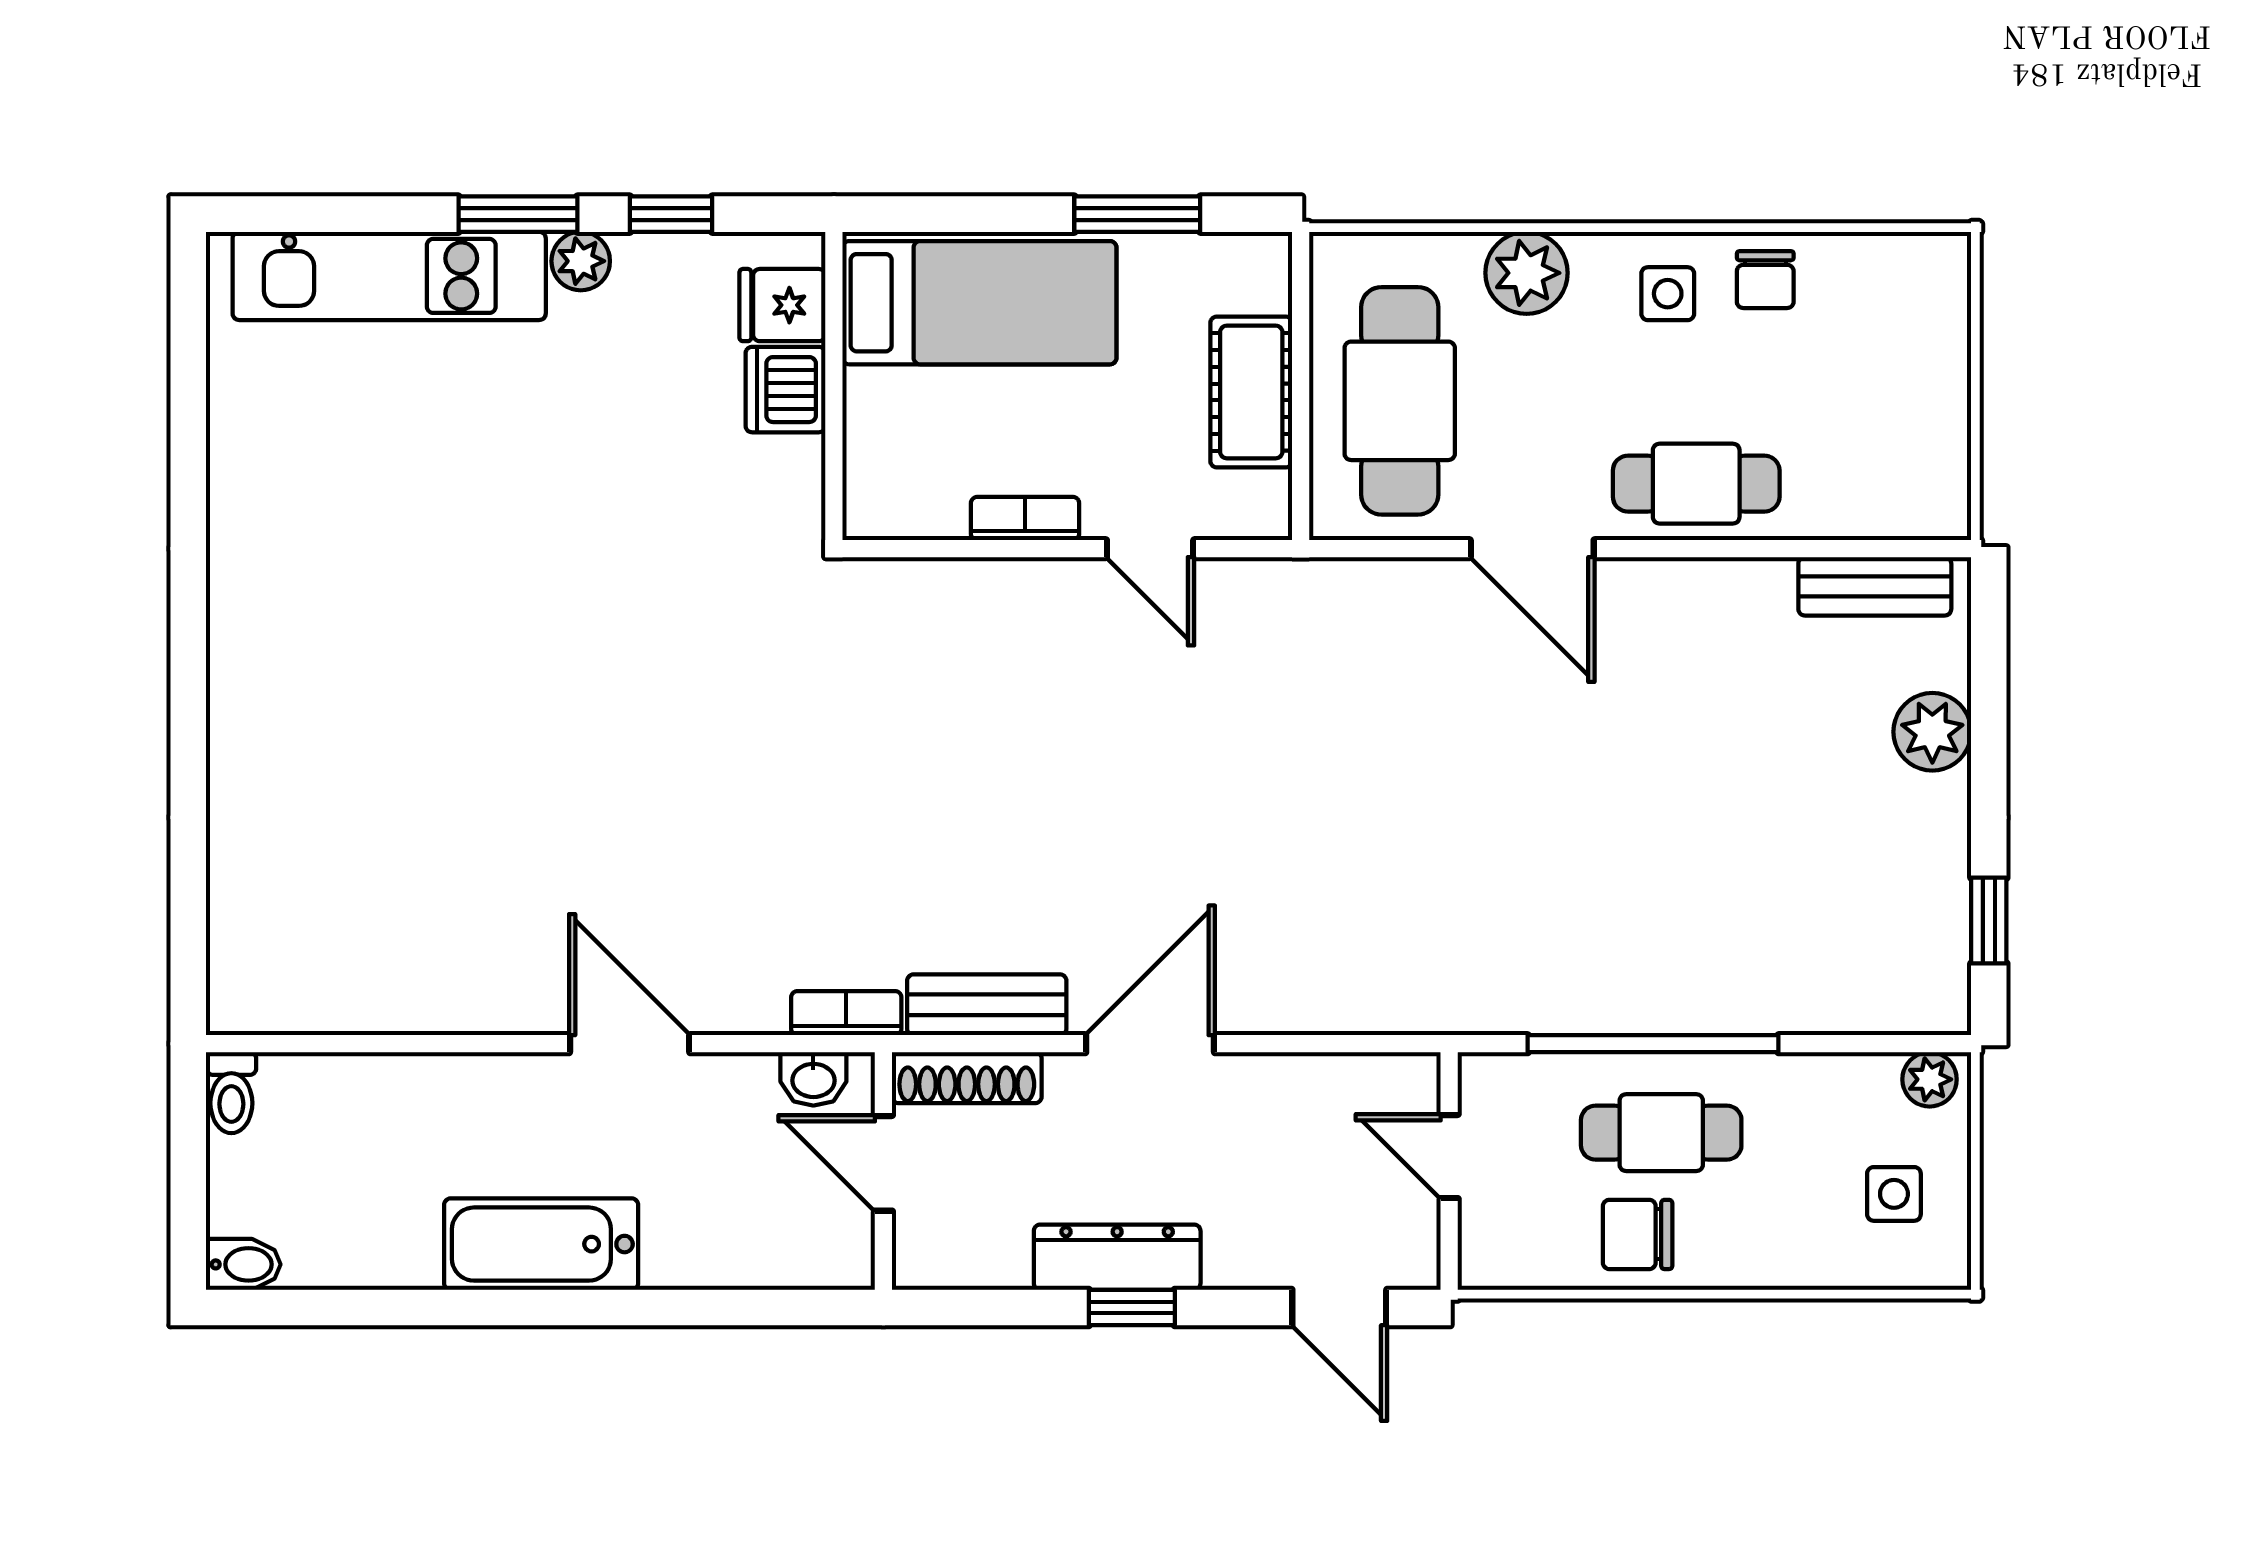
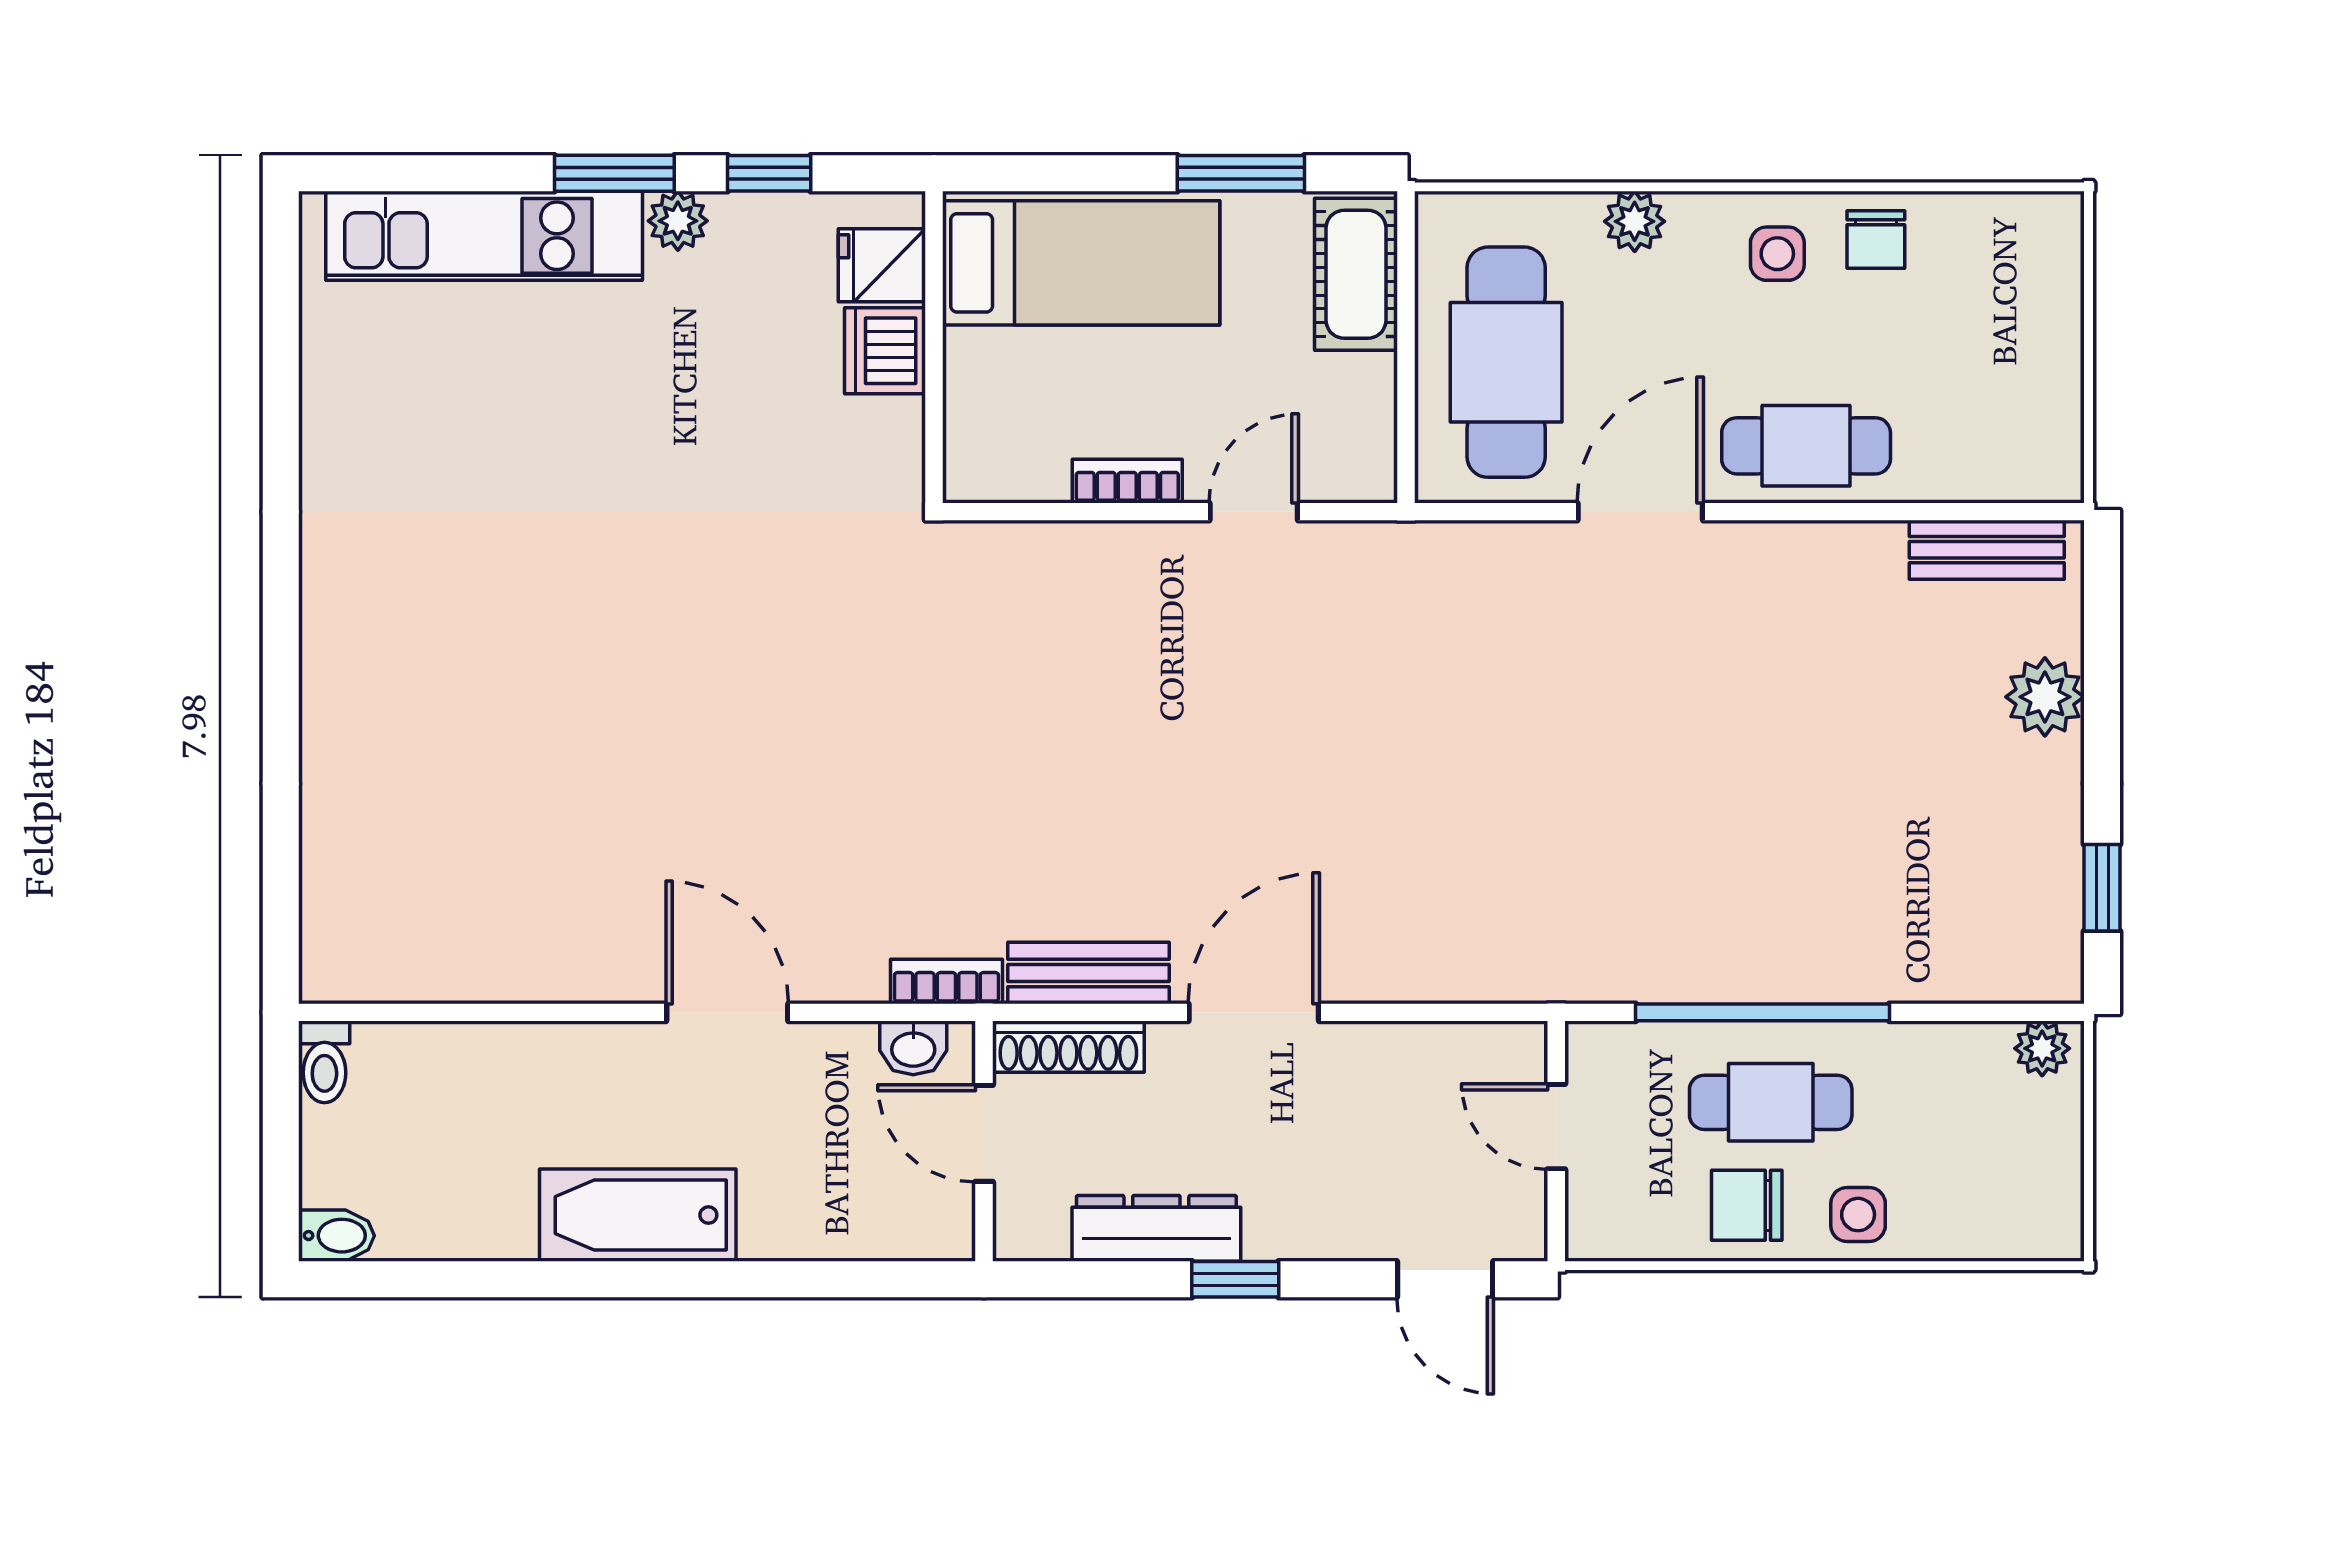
plant: (1527, 273) -> (1635, 221), width x0.73, depth x0.73
cot: (1251, 392) -> (1356, 274), moved
door: (1150, 549) -> (1254, 512), swing flipped
door: (1532, 549) -> (1640, 512), swing flipped
side table: (1894, 1194) -> (1858, 1215), moved
dresser: (1117, 1257) -> (1156, 1228), moved

